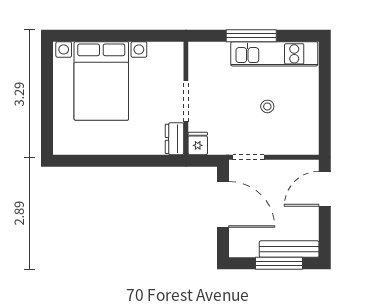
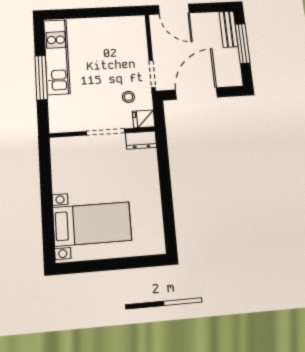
bed with nightstands: (101, 81) -> (92, 224), width x0.73
stool: (267, 106) -> (128, 97), moved
bench: (289, 249) -> (229, 29), width x0.73

